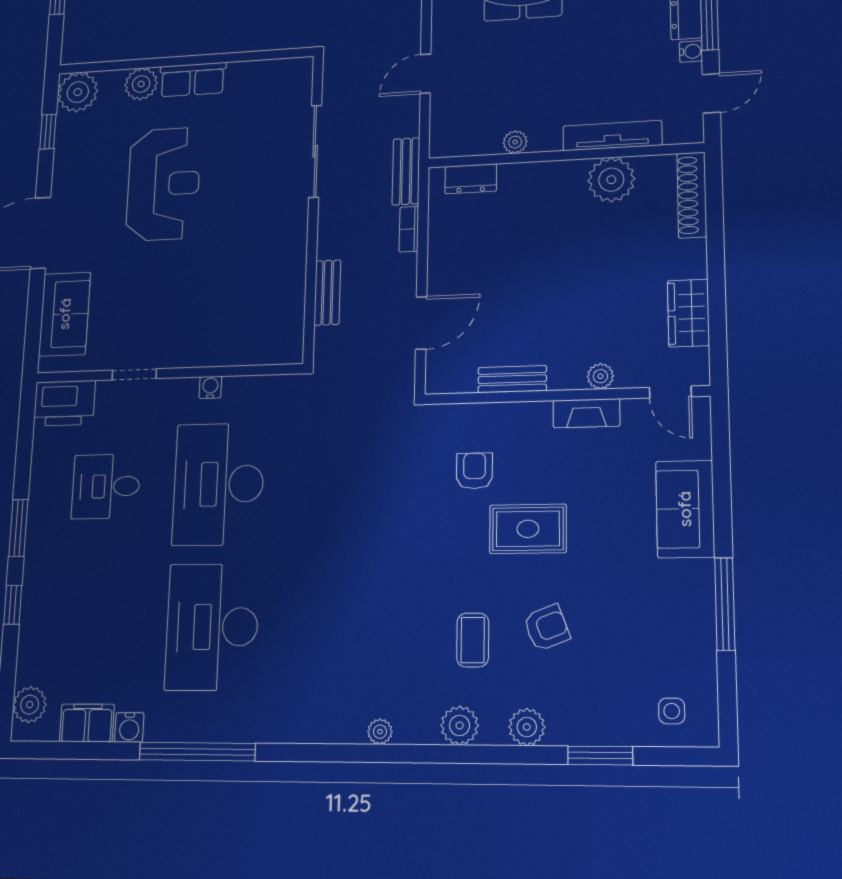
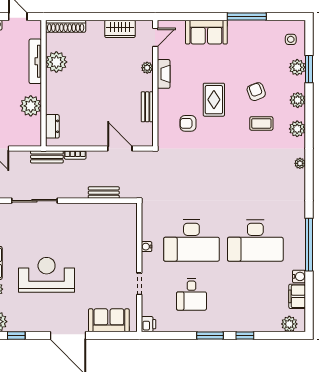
plant: (515, 142) -> (31, 106), width x1.88, depth x1.88
printer: (64, 403) -> (149, 324), width x0.53, depth x0.68
plant: (604, 727) -> (297, 67), added

